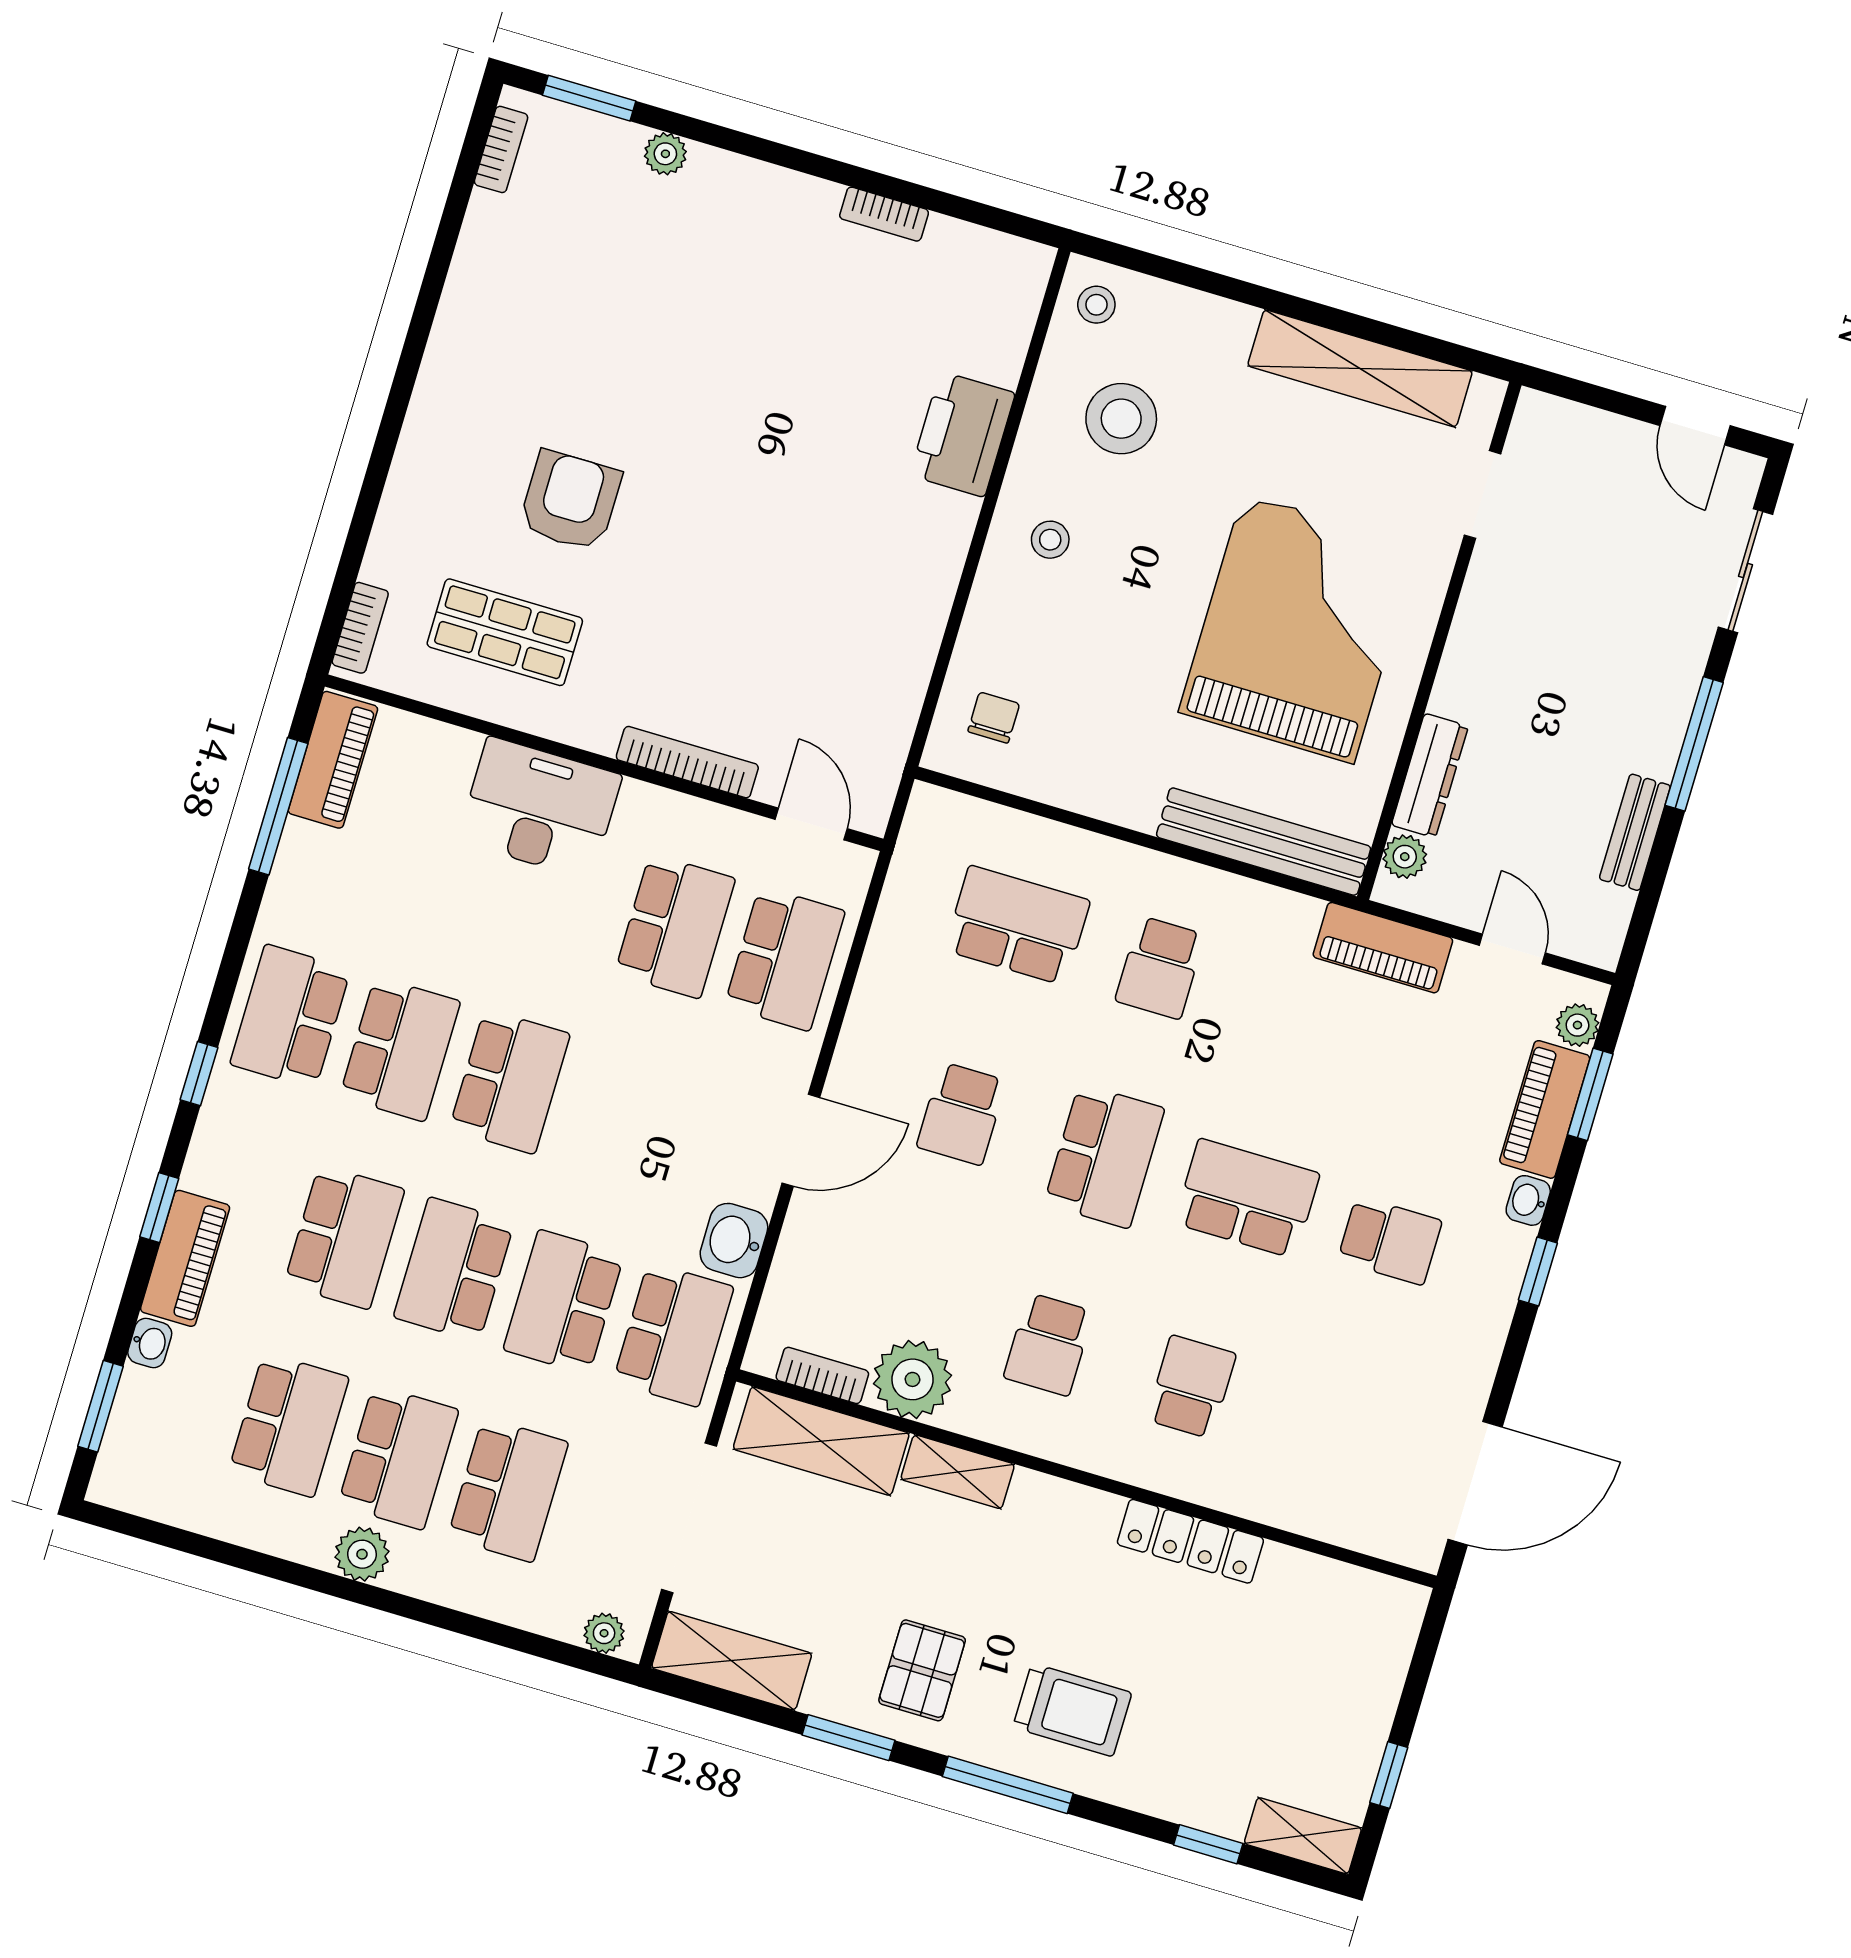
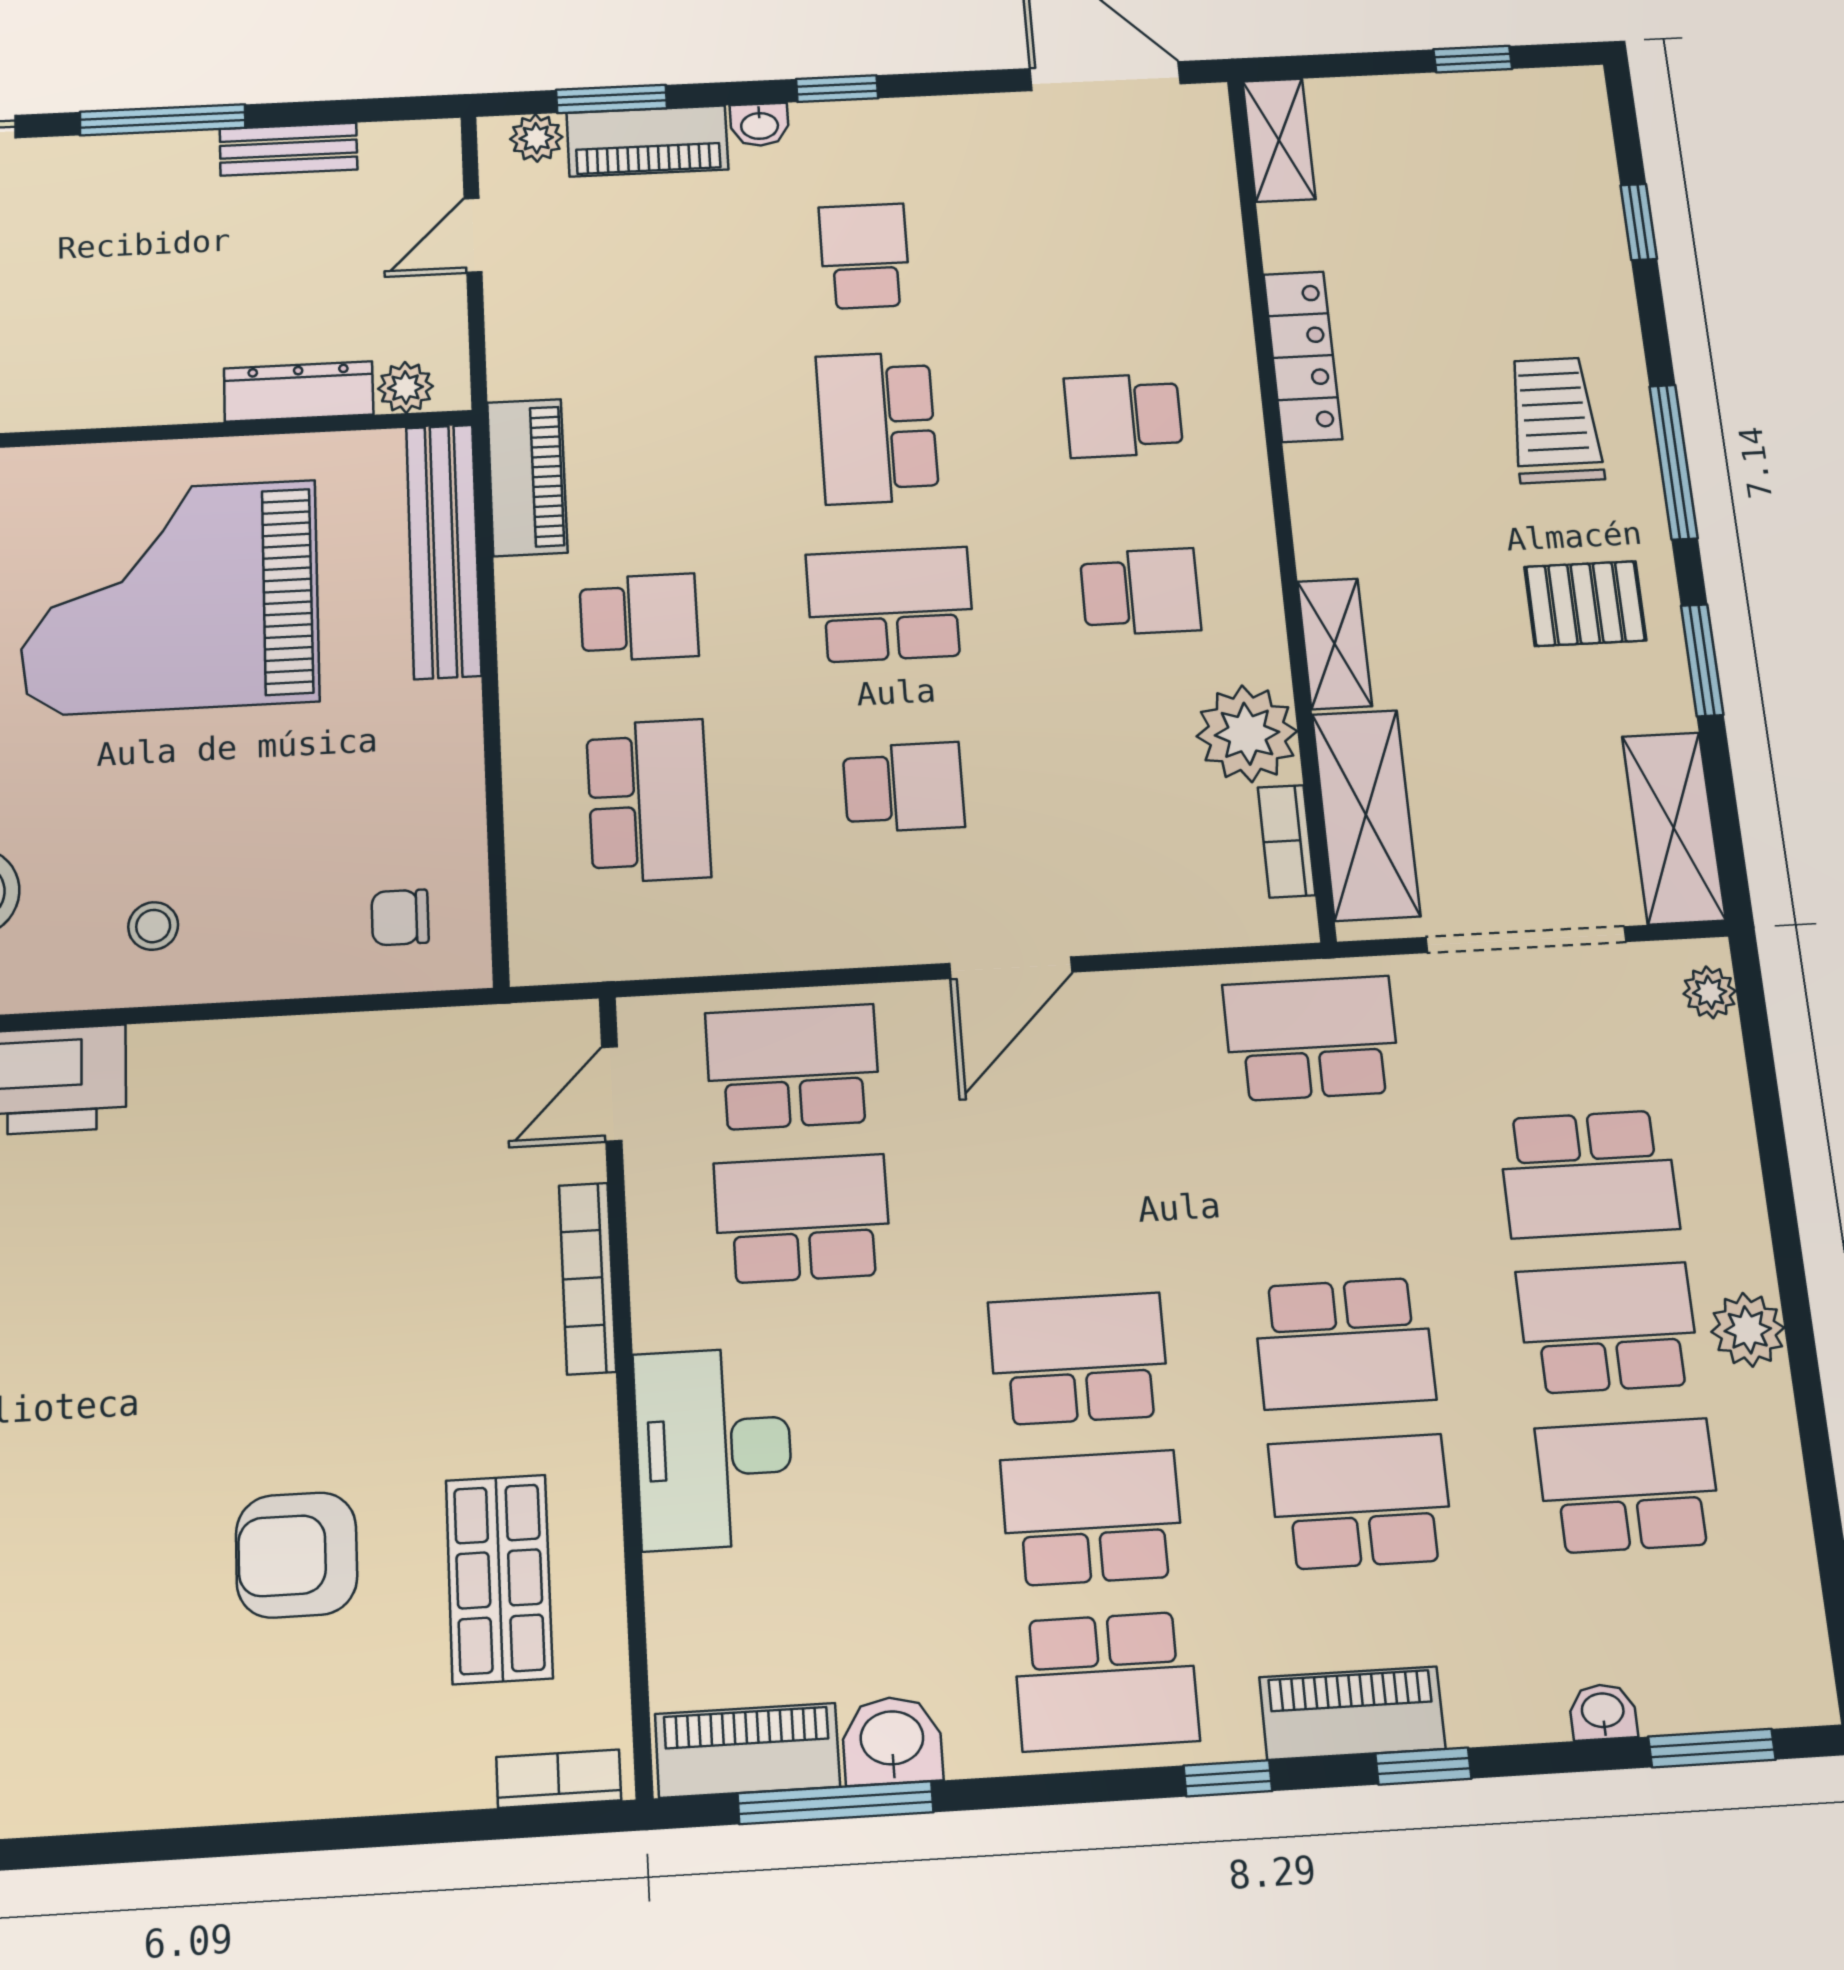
school desk: (1017, 925) -> (648, 801), turned 180
piano: (1383, 948) -> (527, 477), moved
door: (801, 1140) -> (1011, 968), swing flipped
washbasin: (734, 1241) -> (892, 1740), moved, turned 180
piano: (185, 1258) -> (1352, 1713), moved
school desk: (564, 1302) -> (1328, 1189), removed
school desk: (508, 1490) -> (1588, 1174), turned 180
shelving: (1303, 1836) -> (1279, 140), moved

